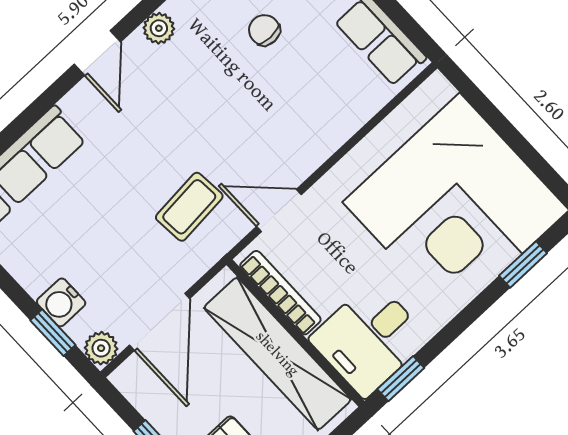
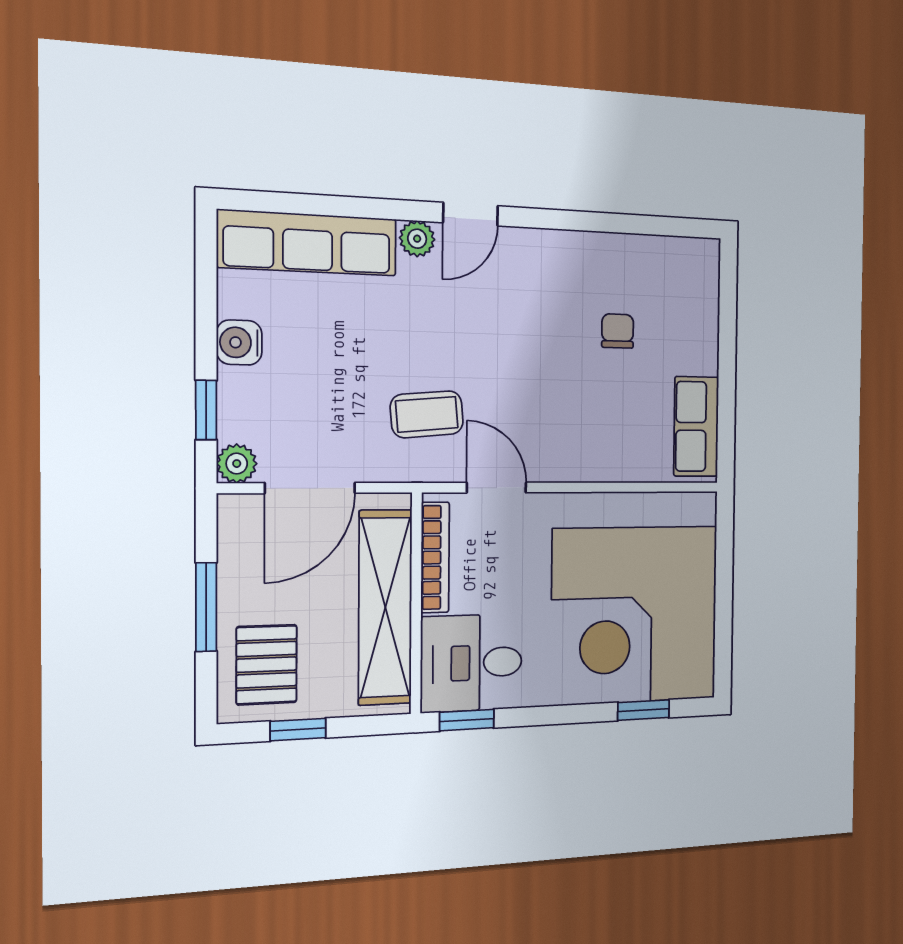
plant: (159, 28) -> (417, 239), moved
water cooler: (61, 302) -> (239, 342), moved

